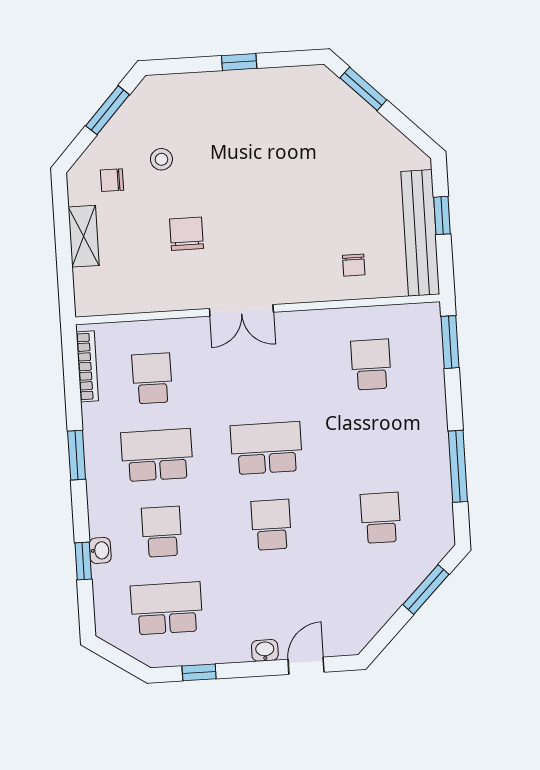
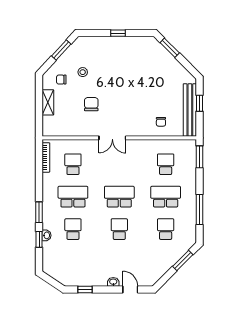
window: (77, 455) -> (39, 212), moved
school desk: (167, 608) -> (166, 197), moved
door: (306, 666) -> (130, 289), hinge flipped

